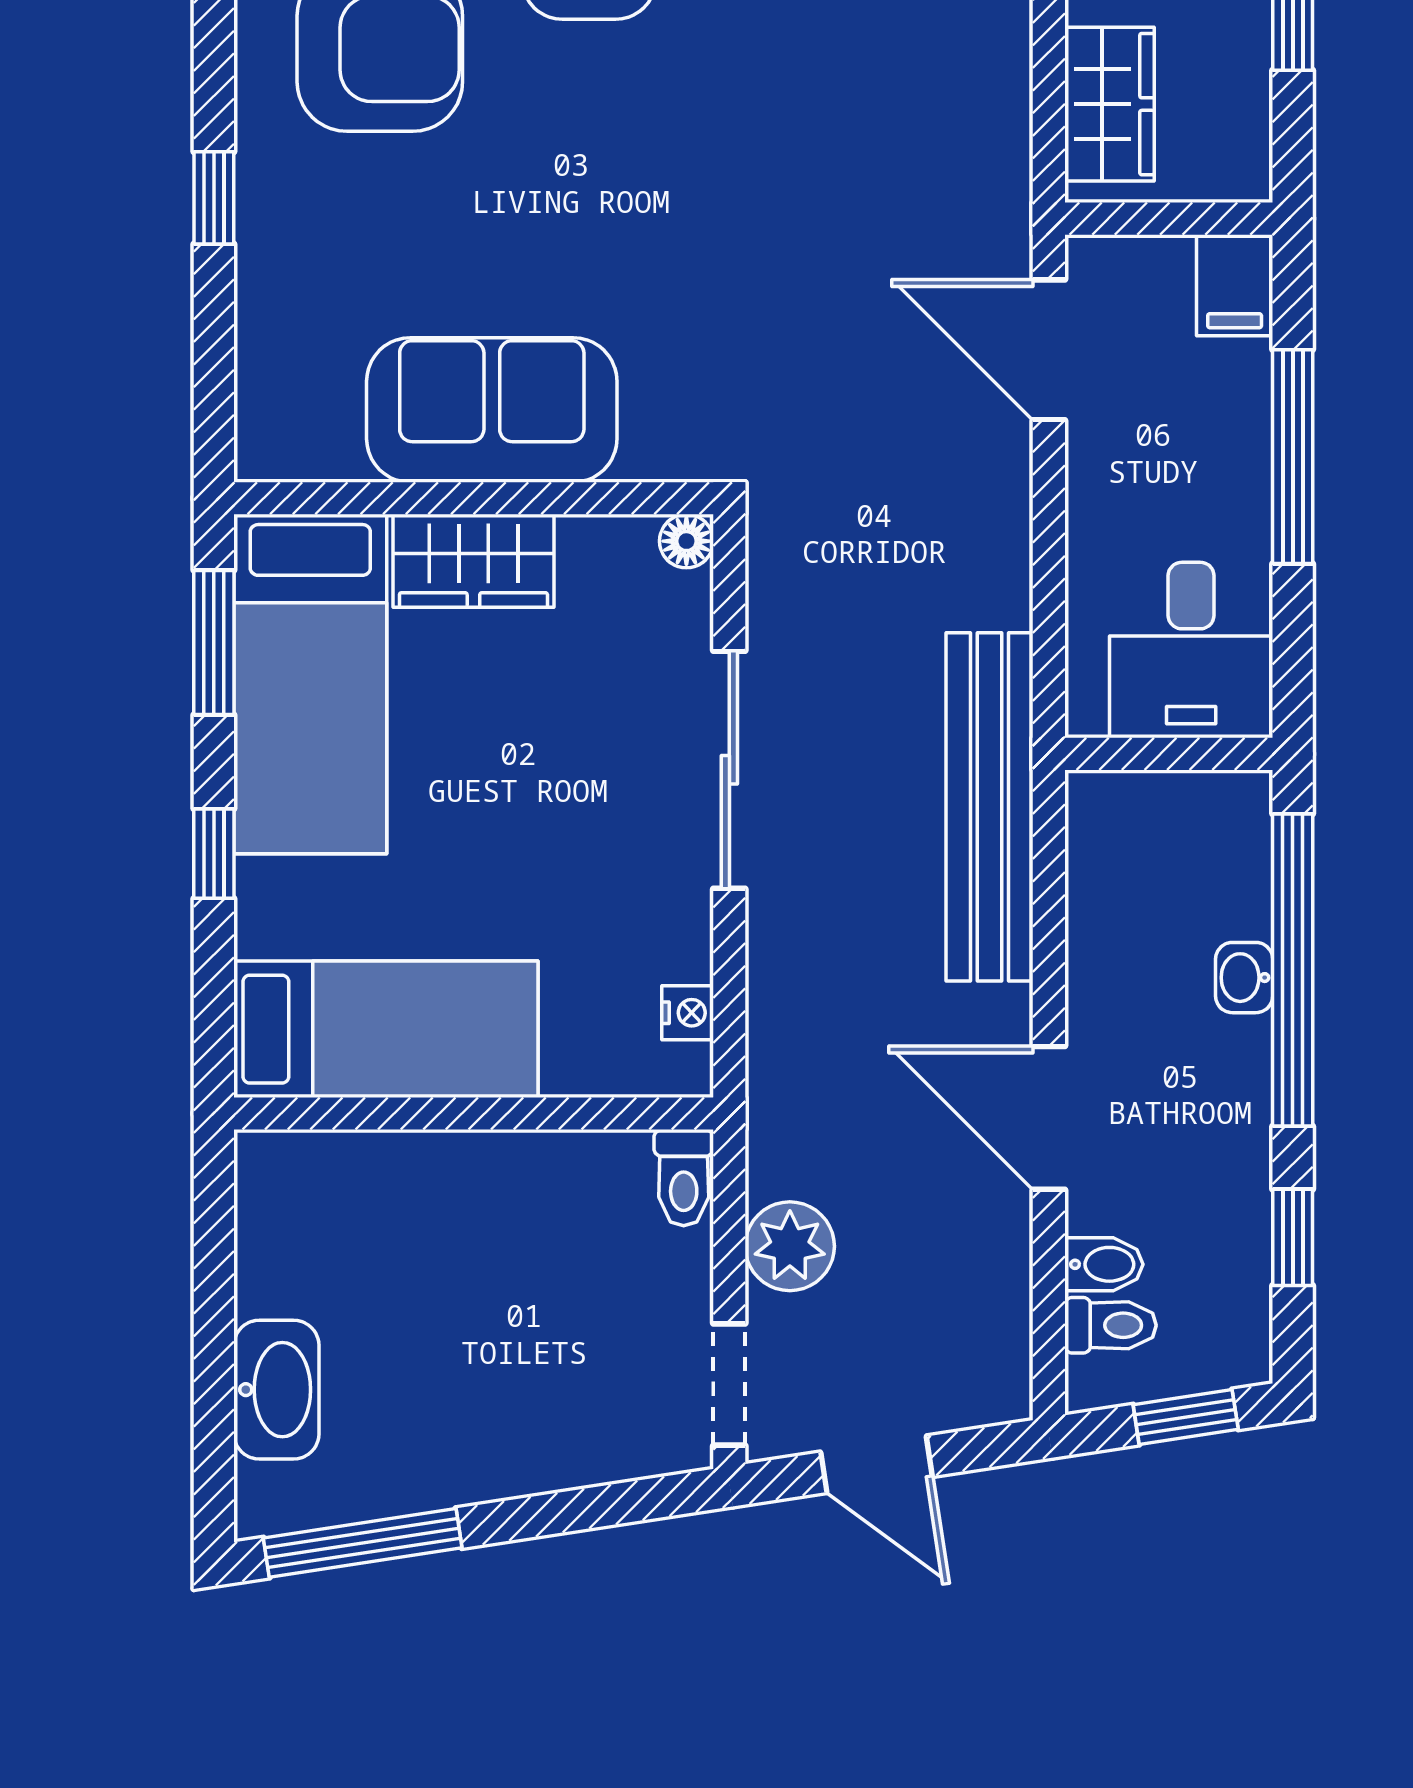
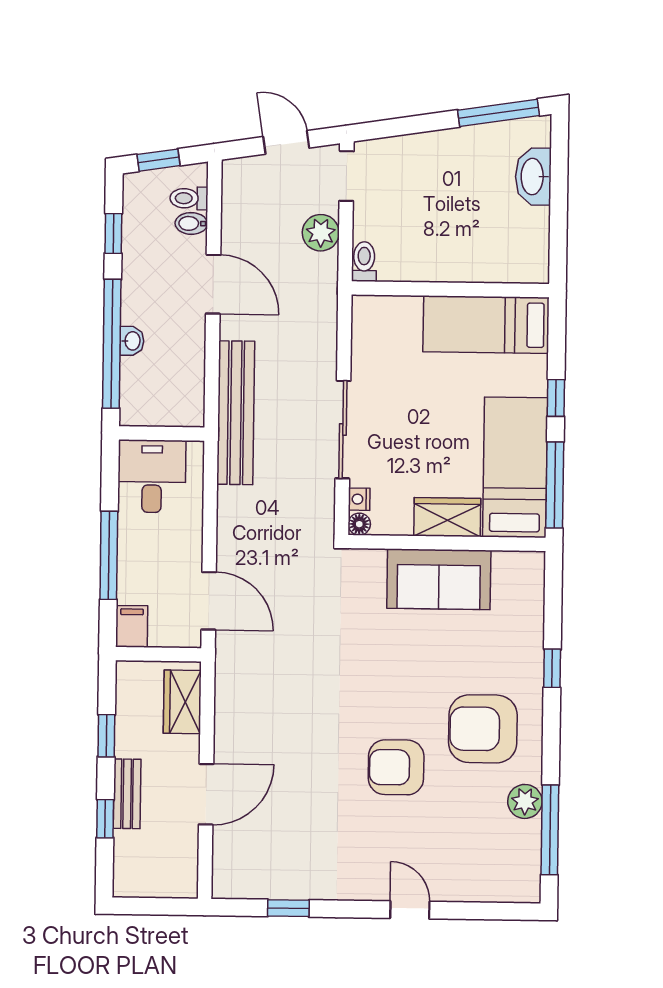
window: (214, 643) -> (555, 485), width x1.44
nightstand: (688, 1013) -> (359, 499), moved

